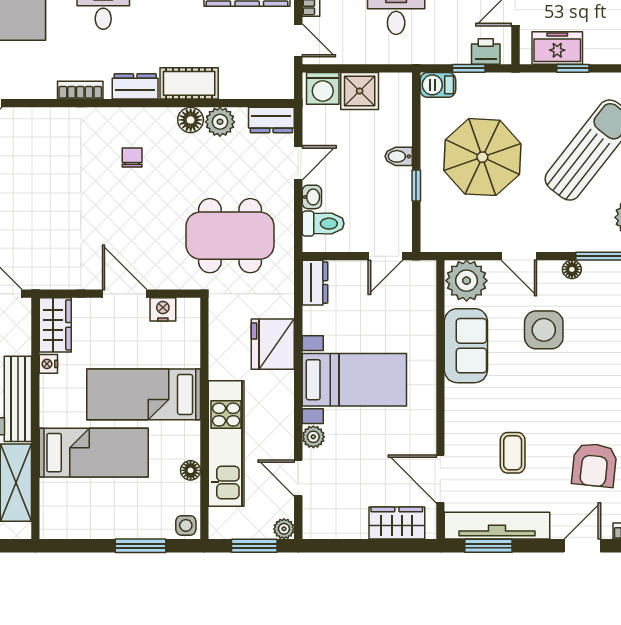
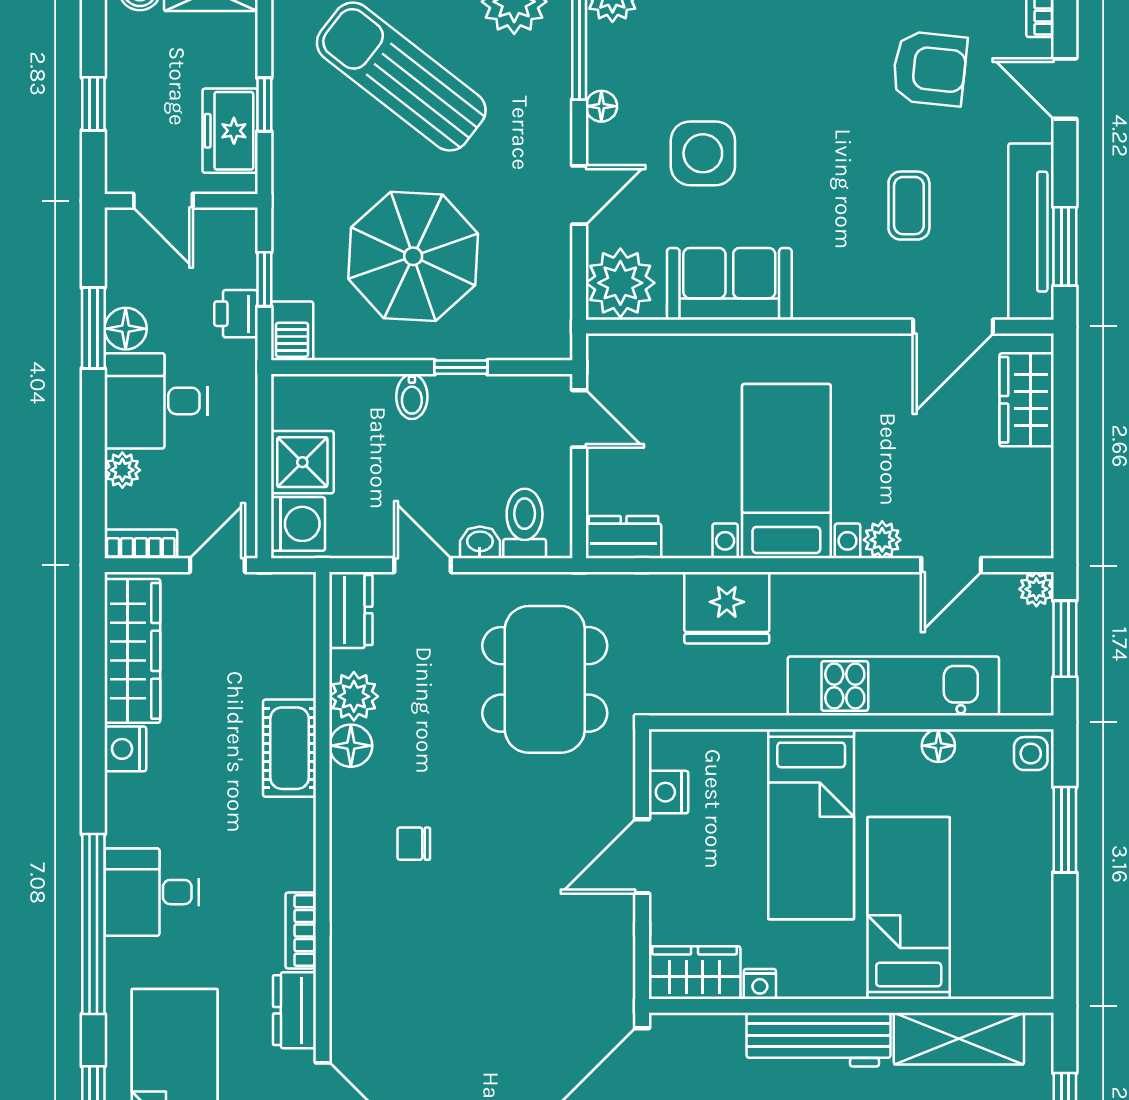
printer: (486, 51) -> (236, 314), moved
dresser: (135, 86) -> (295, 1010), moved
coffee table: (513, 453) -> (909, 206), turned 90

